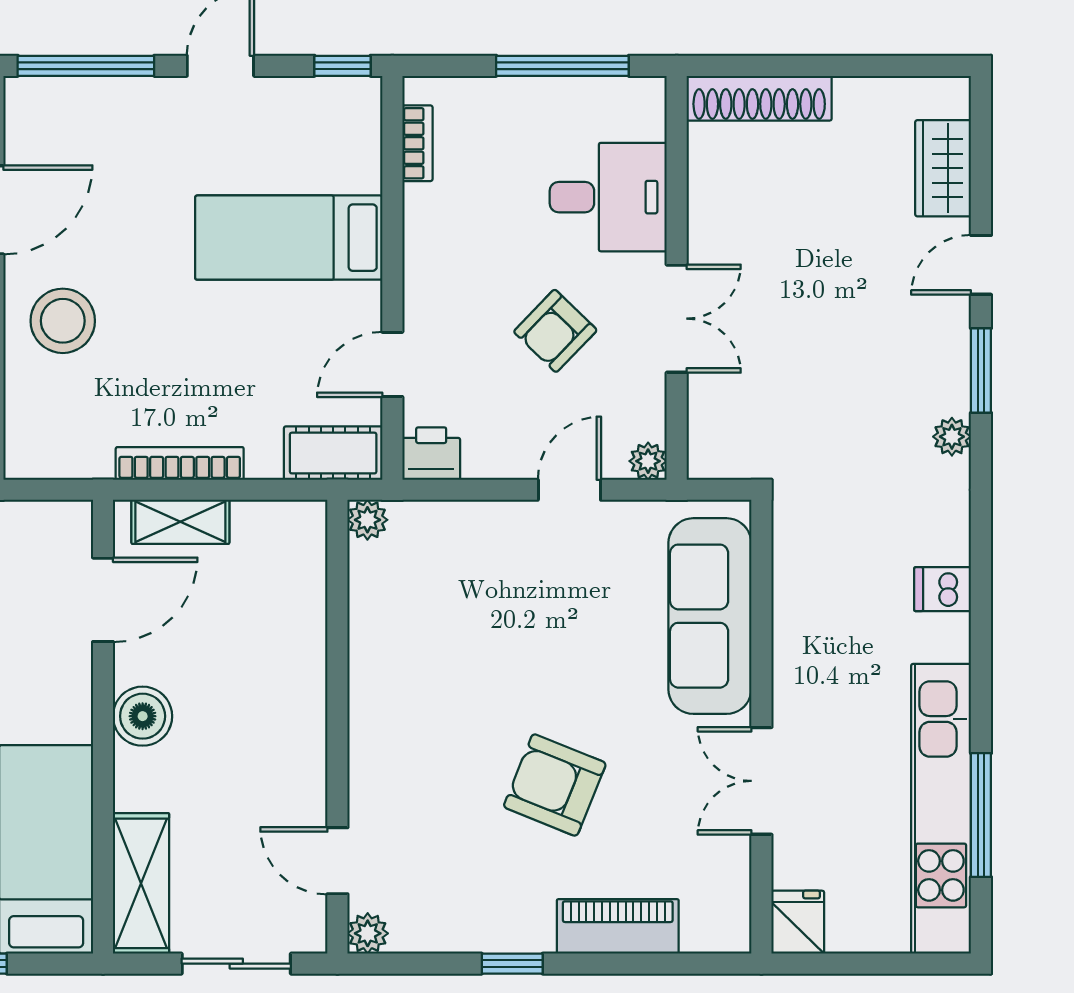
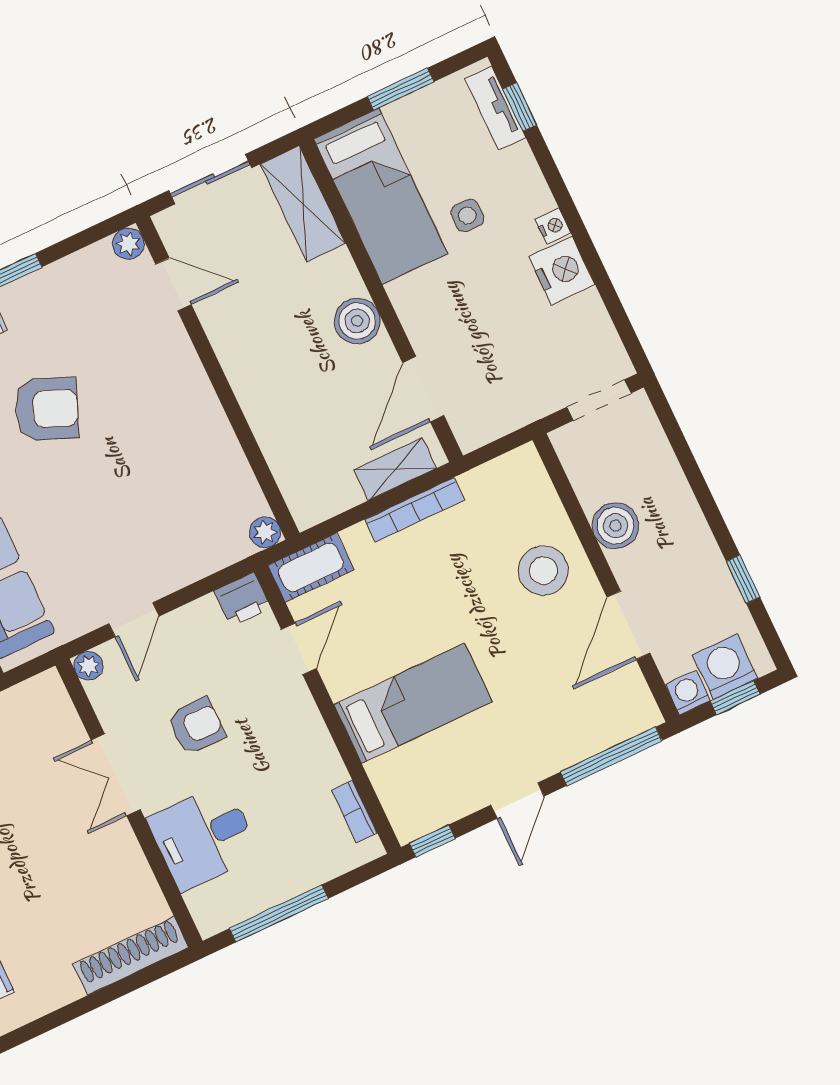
armchair: (555, 331) -> (196, 726), turned 46

